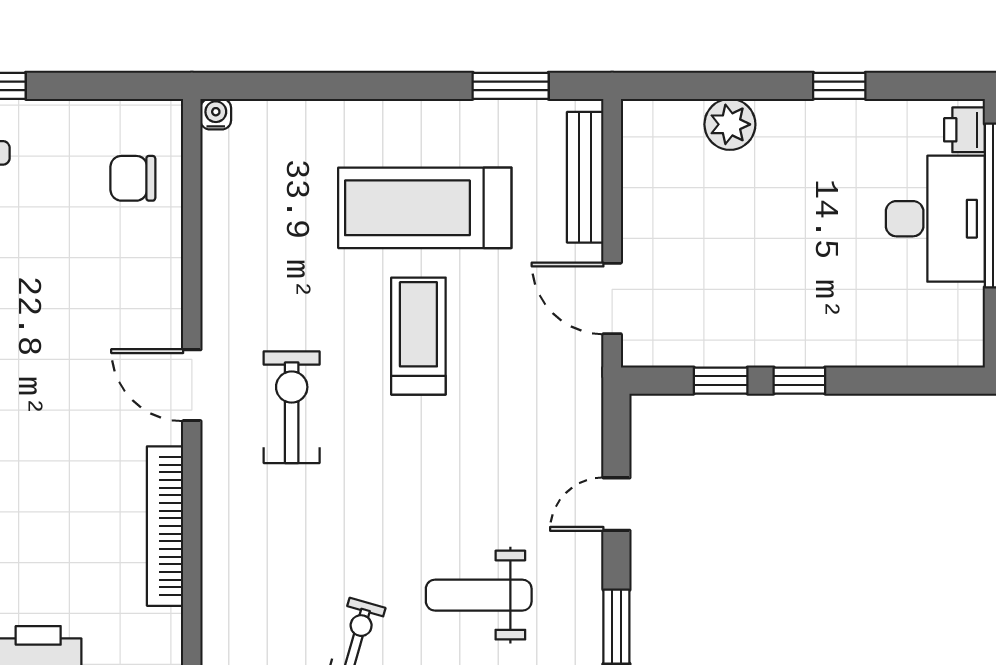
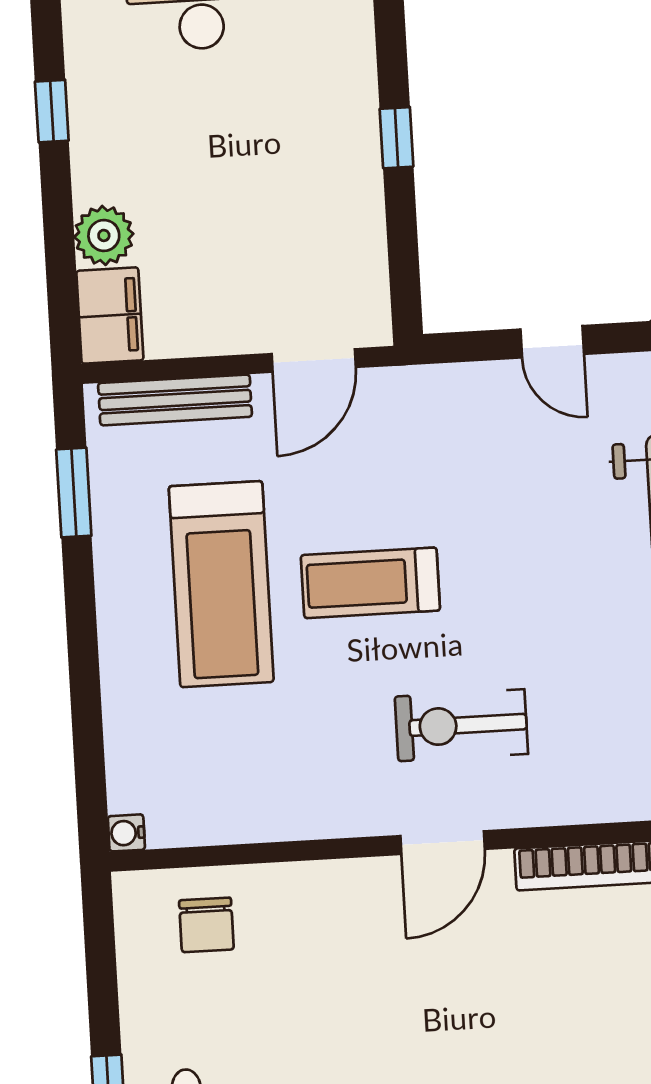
filing cabinet: (661, 126) -> (110, 316), added
window: (721, 381) -> (402, 229), removed

